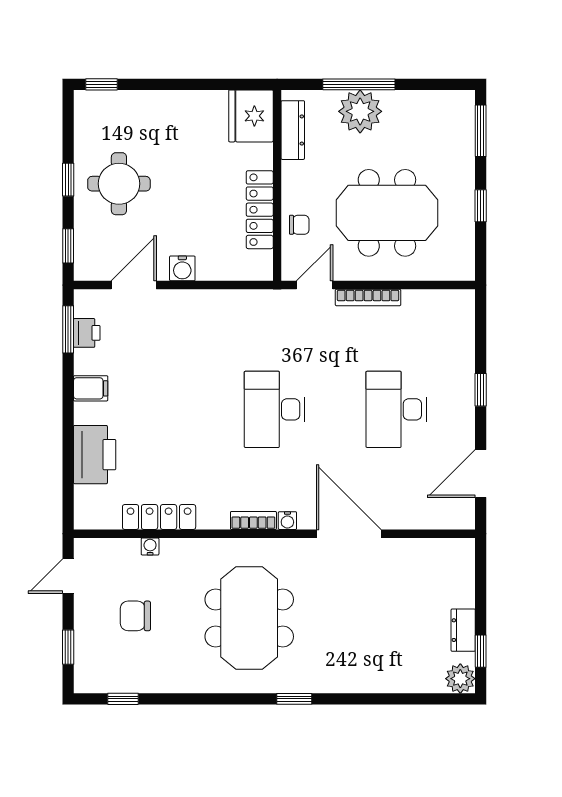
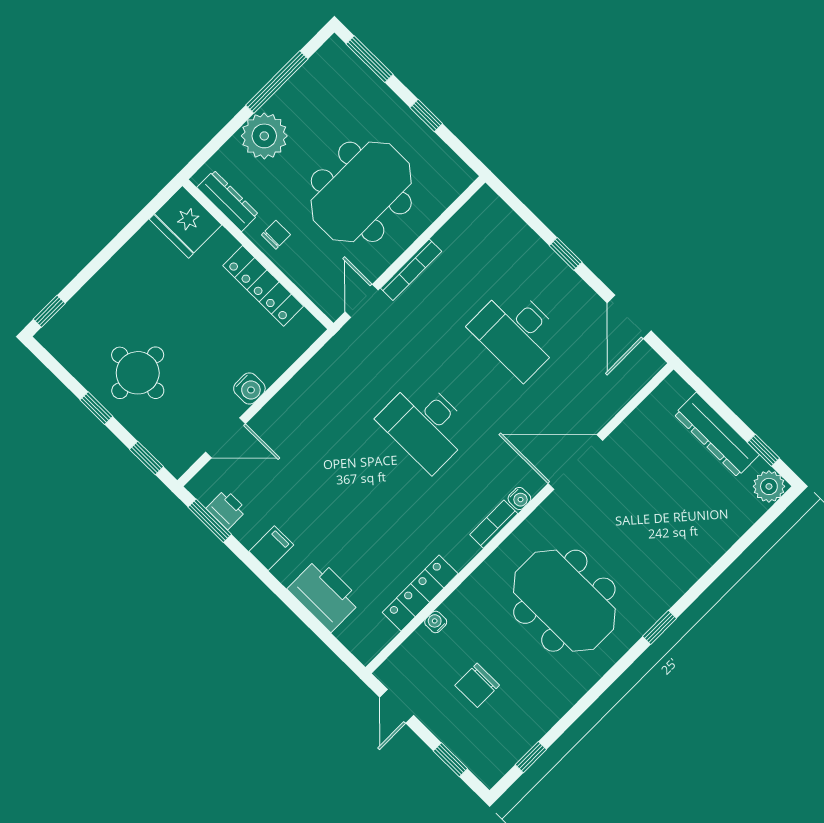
window: (359, 84) -> (277, 82), moved
chair: (299, 225) -> (276, 235), moved
door: (134, 285) -> (225, 438), swing flipped
dresser: (463, 630) -> (717, 435), width x1.96, depth x1.24

